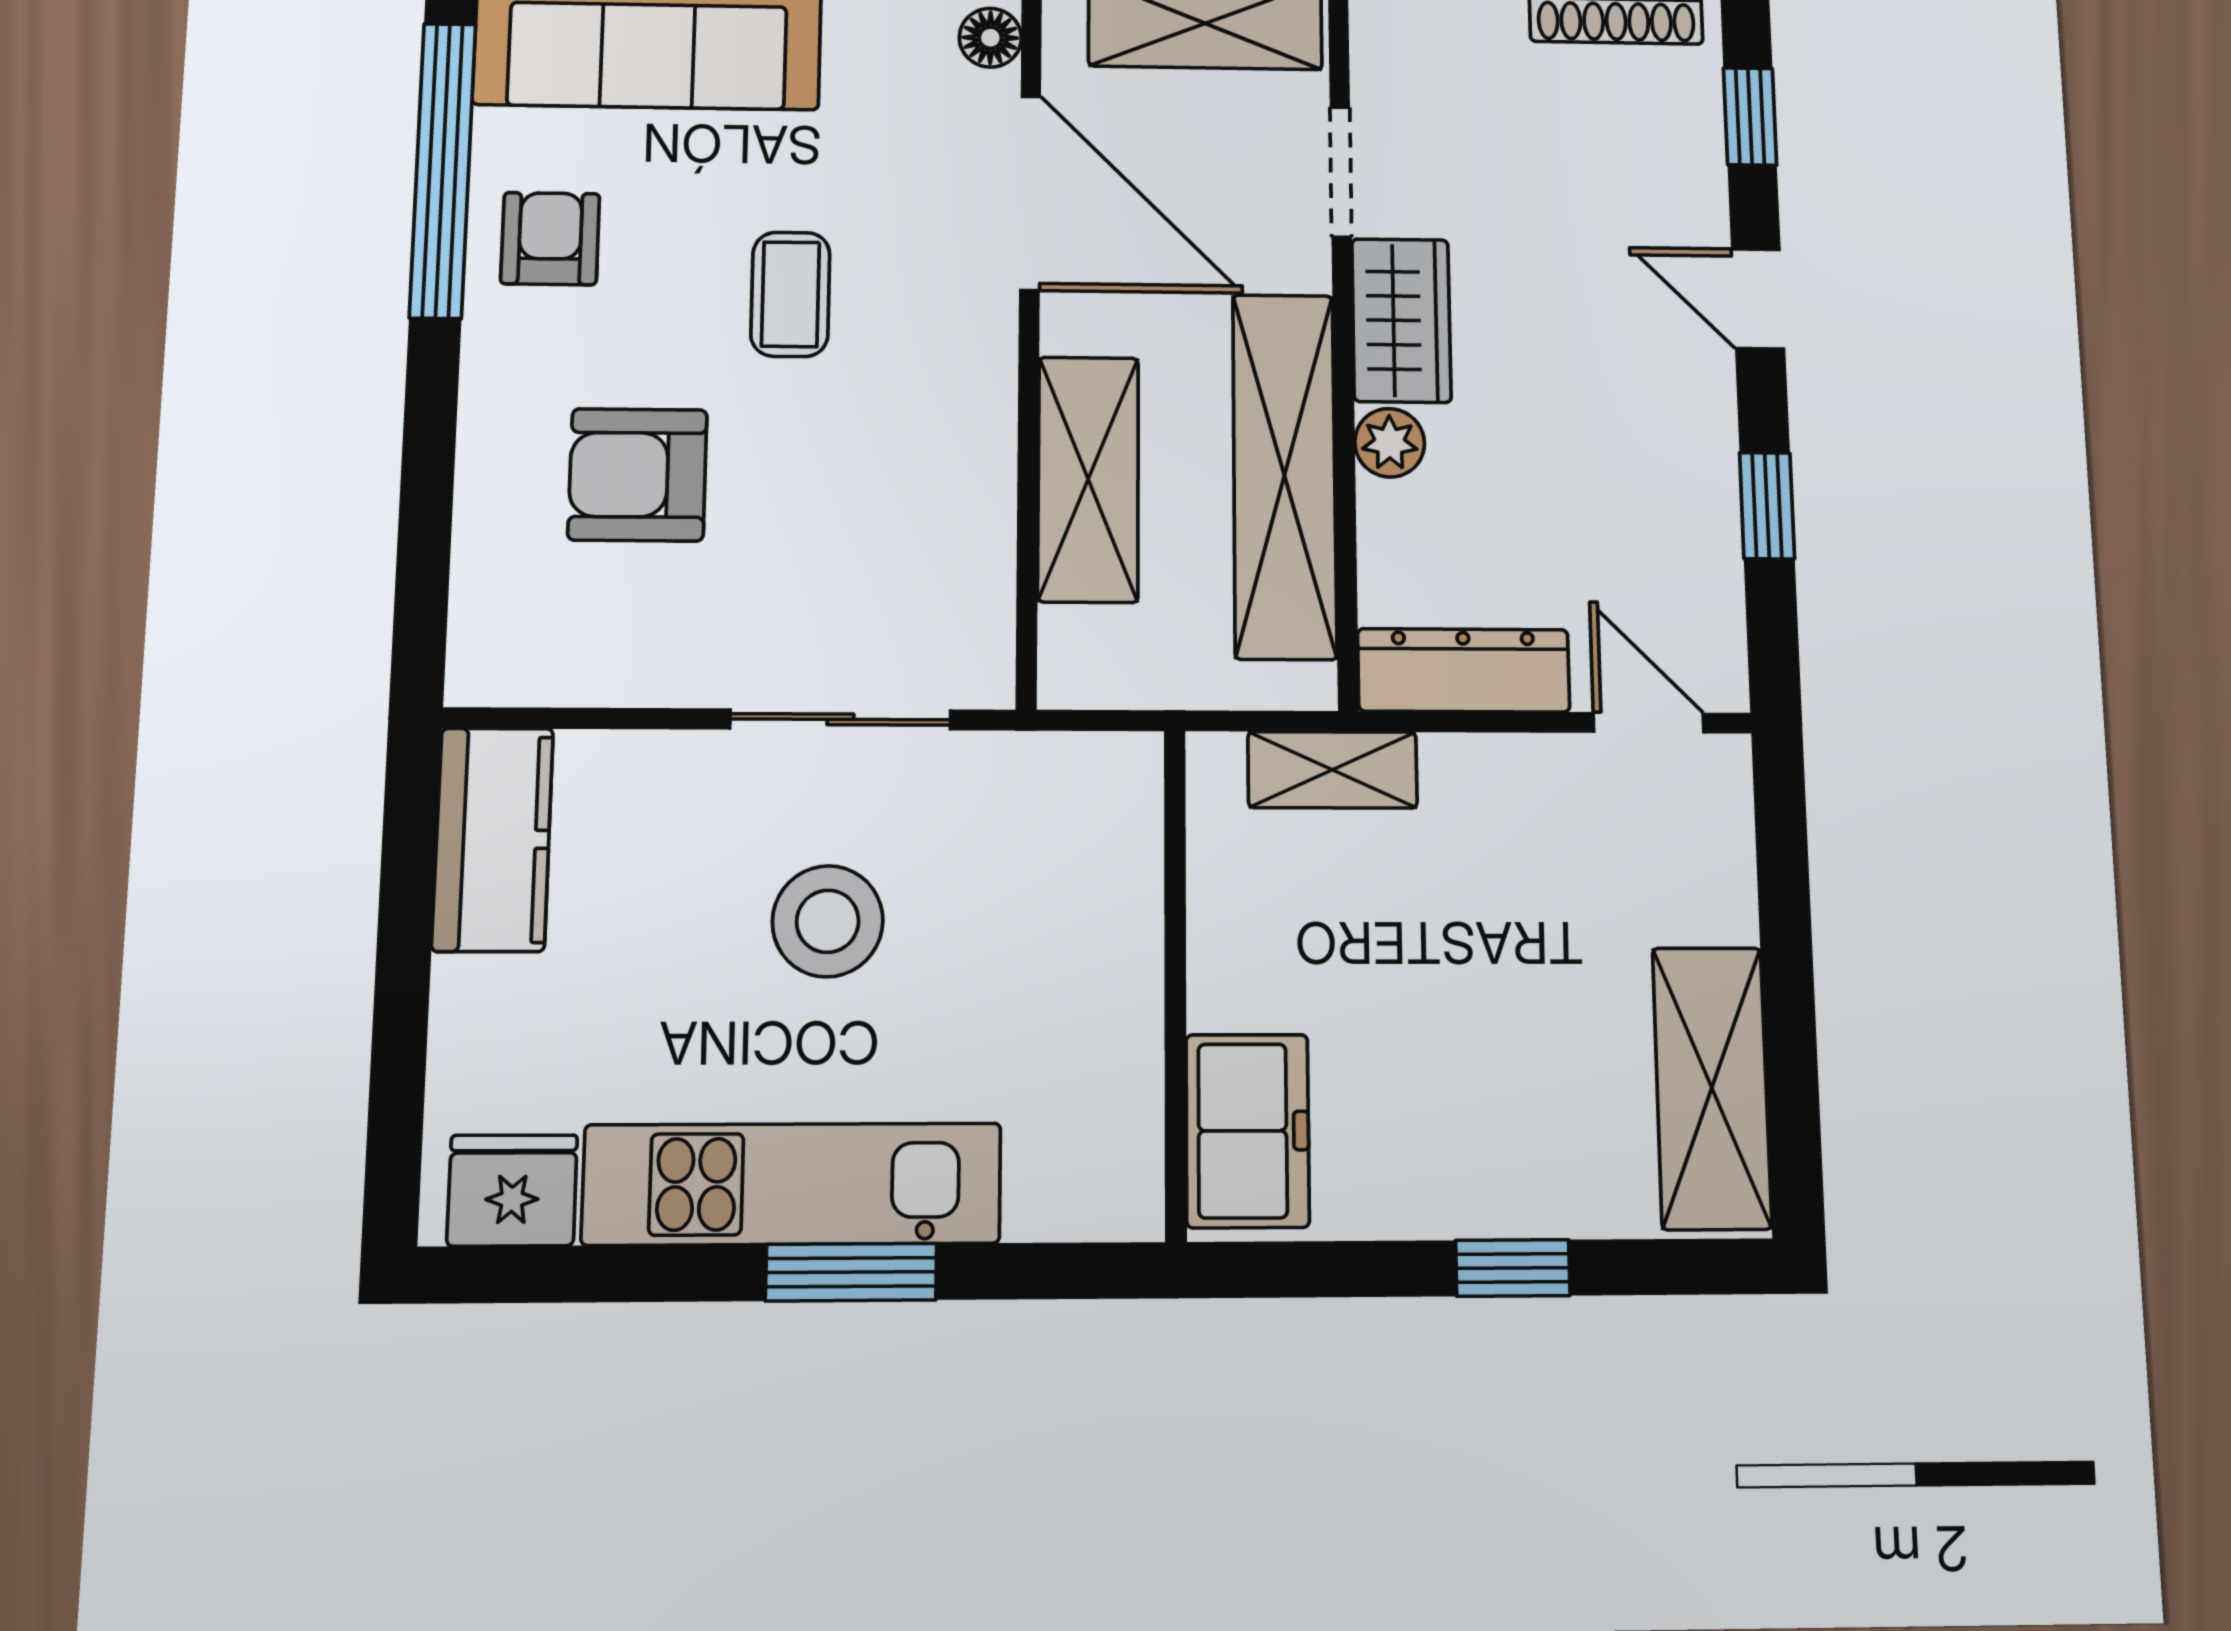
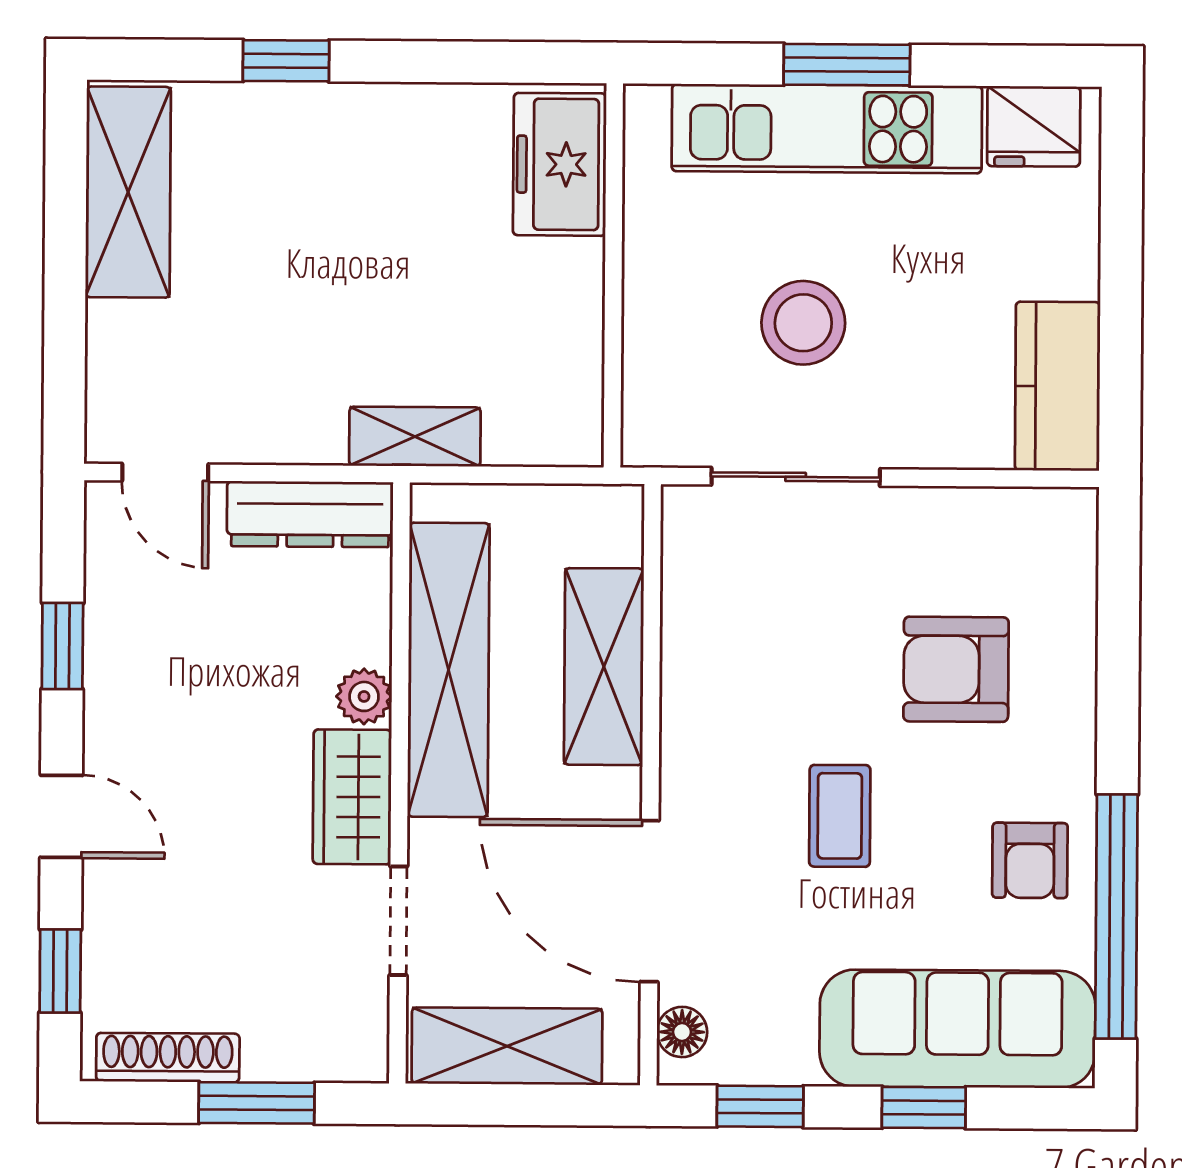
armchair: (638, 475) -> (956, 669), turned 180
wall: (1175, 982) -> (613, 275), moved
freezer: (1247, 1131) -> (560, 164), moved
window: (851, 1272) -> (847, 65), moved

